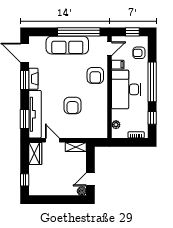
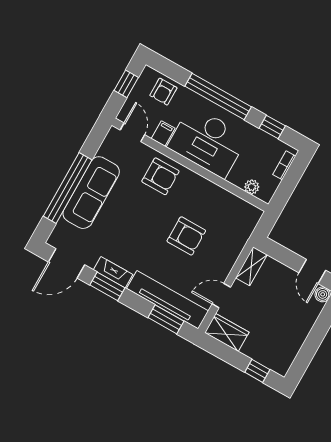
window: (79, 32) -> (68, 188), moved

